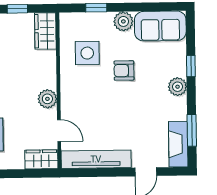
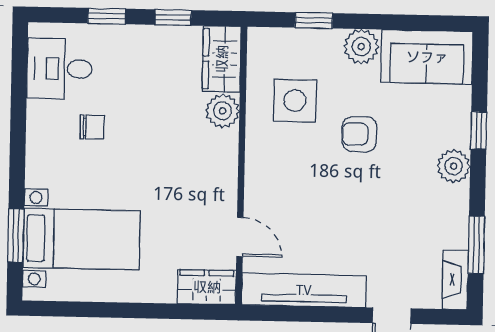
plant: (47, 99) -> (223, 111), moved
fireplace: (178, 144) -> (455, 280), width x0.73, depth x0.76

